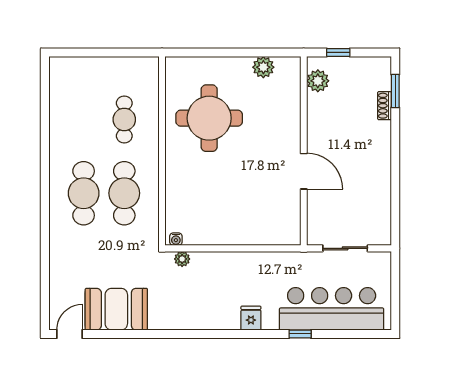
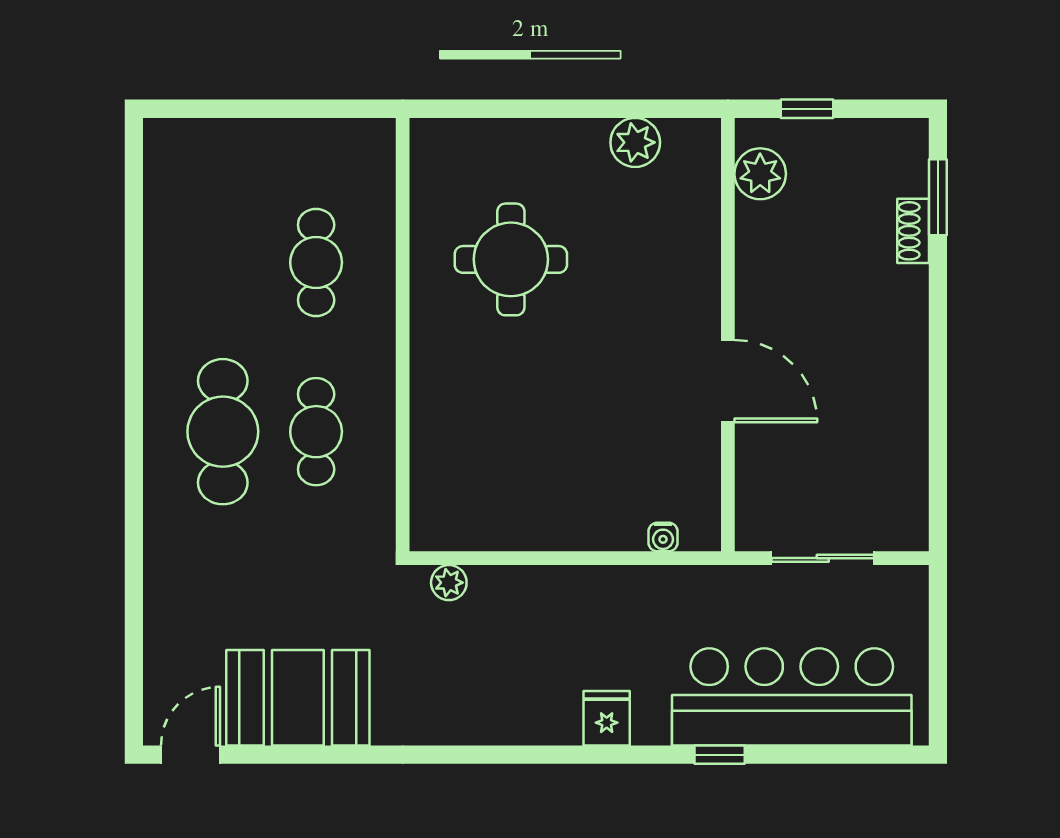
round table: (209, 118) -> (511, 259), width x0.73, depth x0.73
cafe table: (124, 193) -> (316, 432), width x0.73, depth x0.74
water cooler: (176, 239) -> (663, 537), moved

